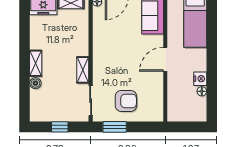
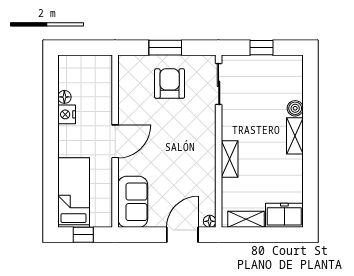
shelving: (83, 70) -> (230, 159), moved
armchair: (126, 101) -> (170, 84), turned 90
window: (115, 127) -> (165, 48), moved

